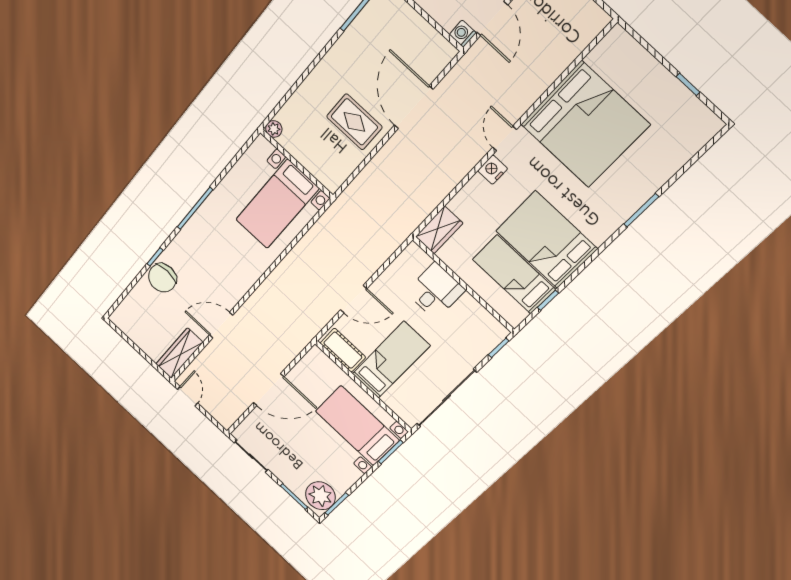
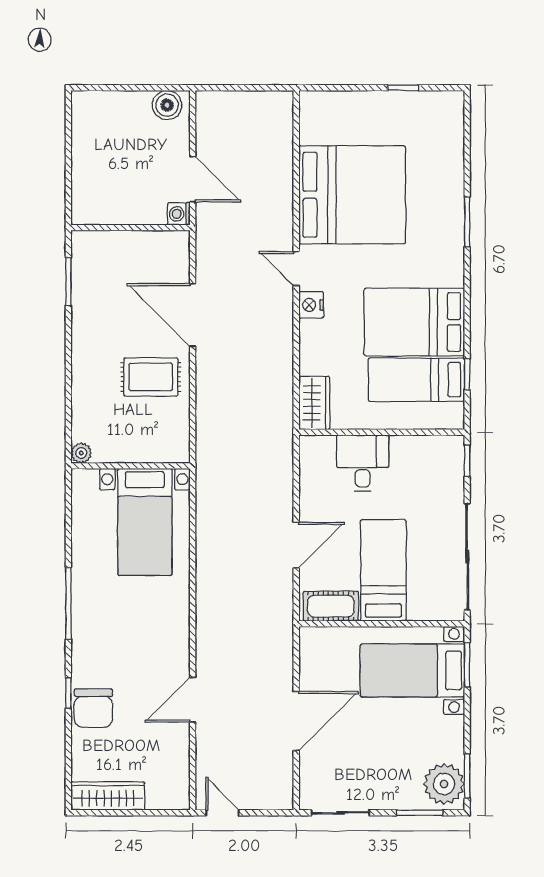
wardrobe: (179, 353) -> (108, 796), moved, turned 90

